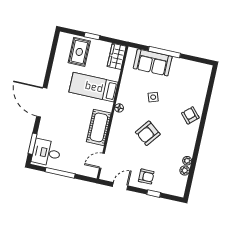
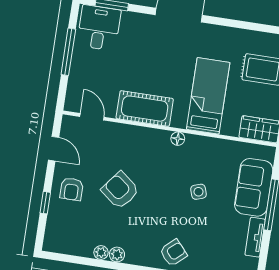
tv unit: (184, 64) -> (255, 237), added
armchair: (148, 133) -> (120, 190), moved
plant: (185, 170) -> (117, 254), moved

